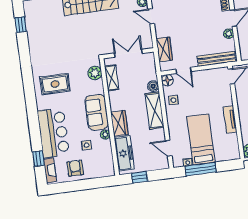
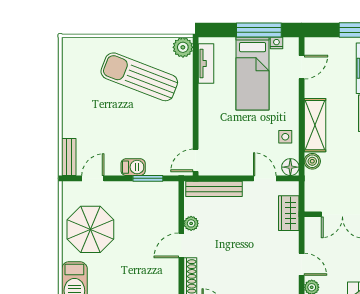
tv unit: (230, 119) -> (206, 63), moved
door: (169, 148) -> (302, 67), hinge flipped

